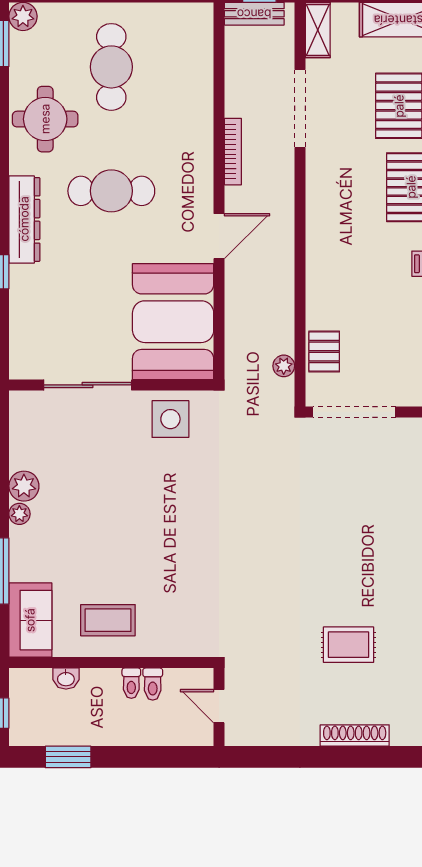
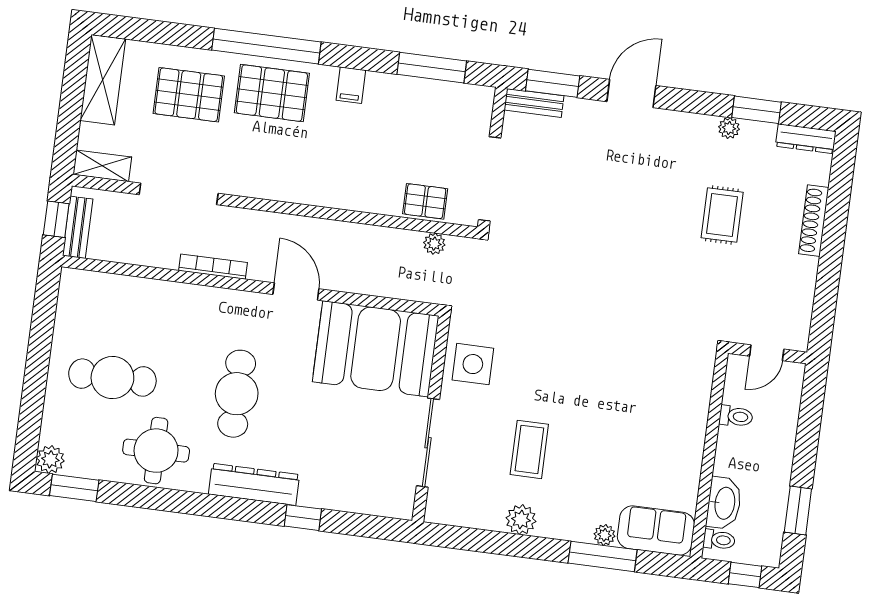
plant: (19, 514) -> (605, 535), moved
coffee table: (108, 620) -> (529, 449), moved
washbasin: (66, 679) -> (724, 503), width x1.91, depth x1.45
toilet: (131, 683) -> (719, 540), moved

